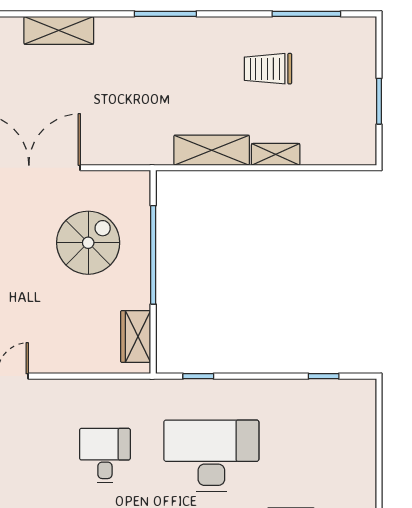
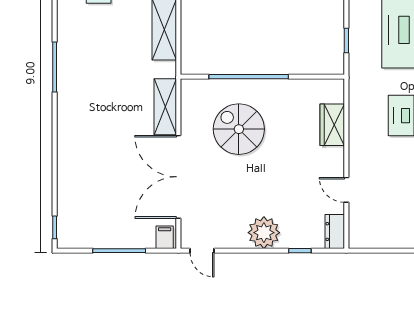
shelving: (59, 30) -> (165, 107), moved
wardrobe: (136, 336) -> (332, 125), moved, turned 90

